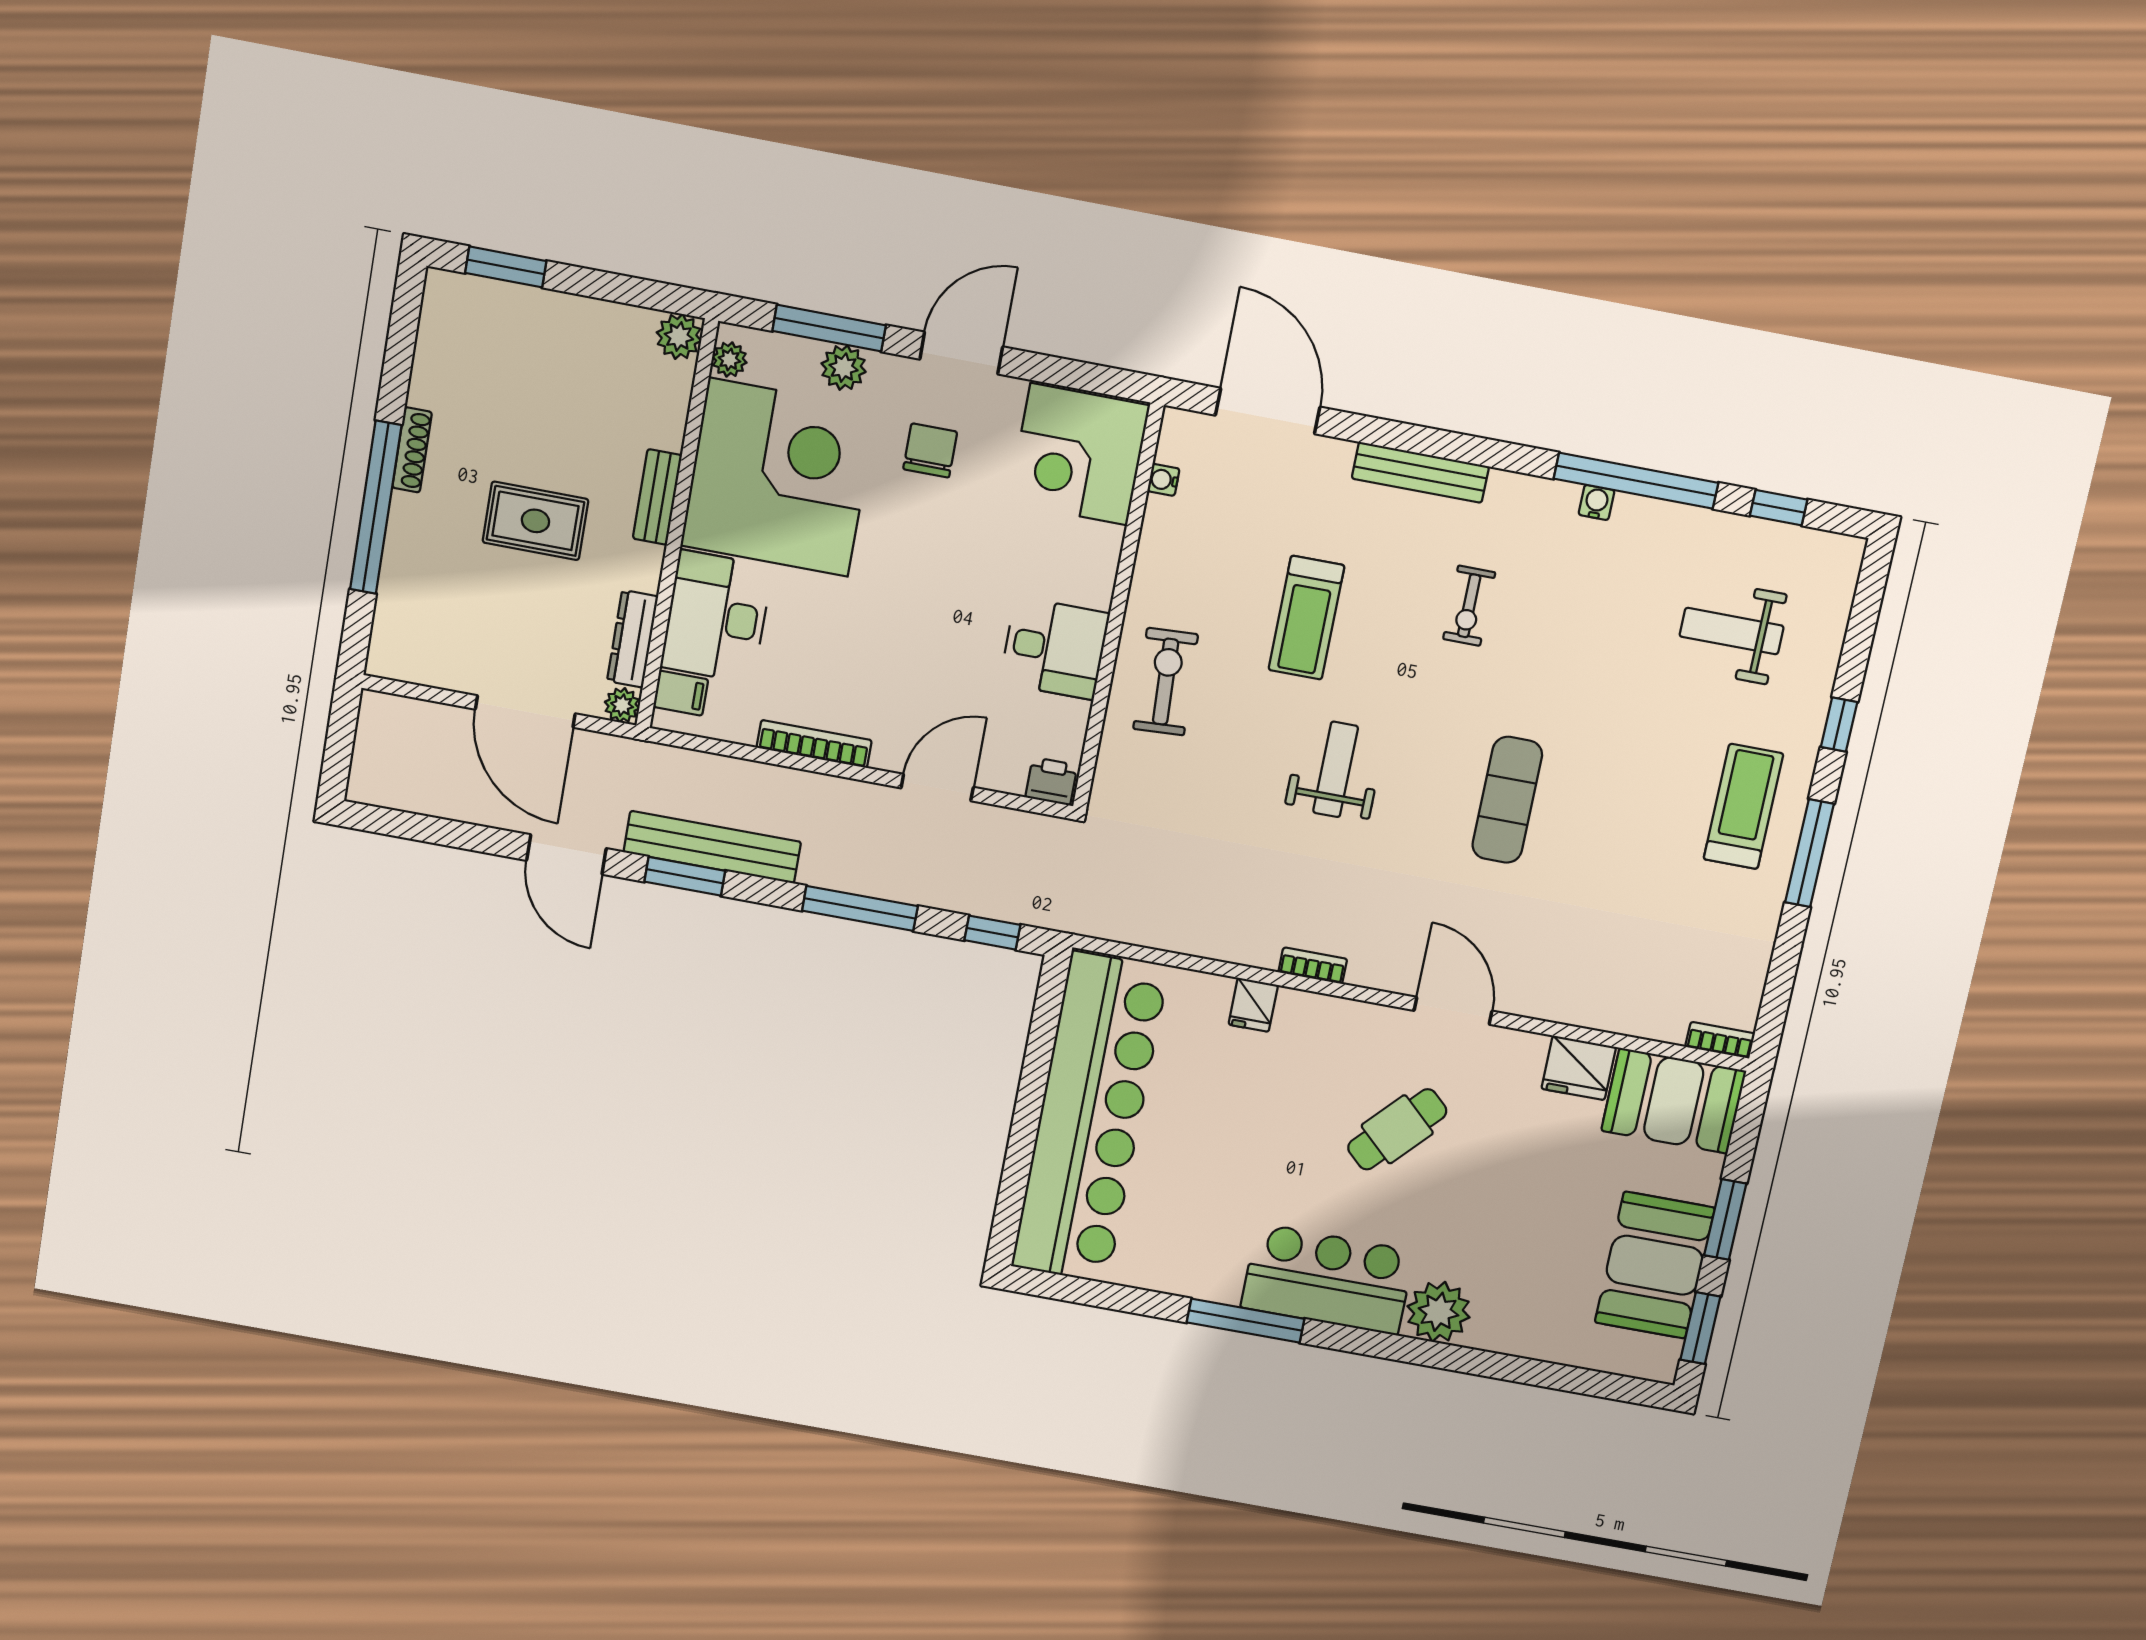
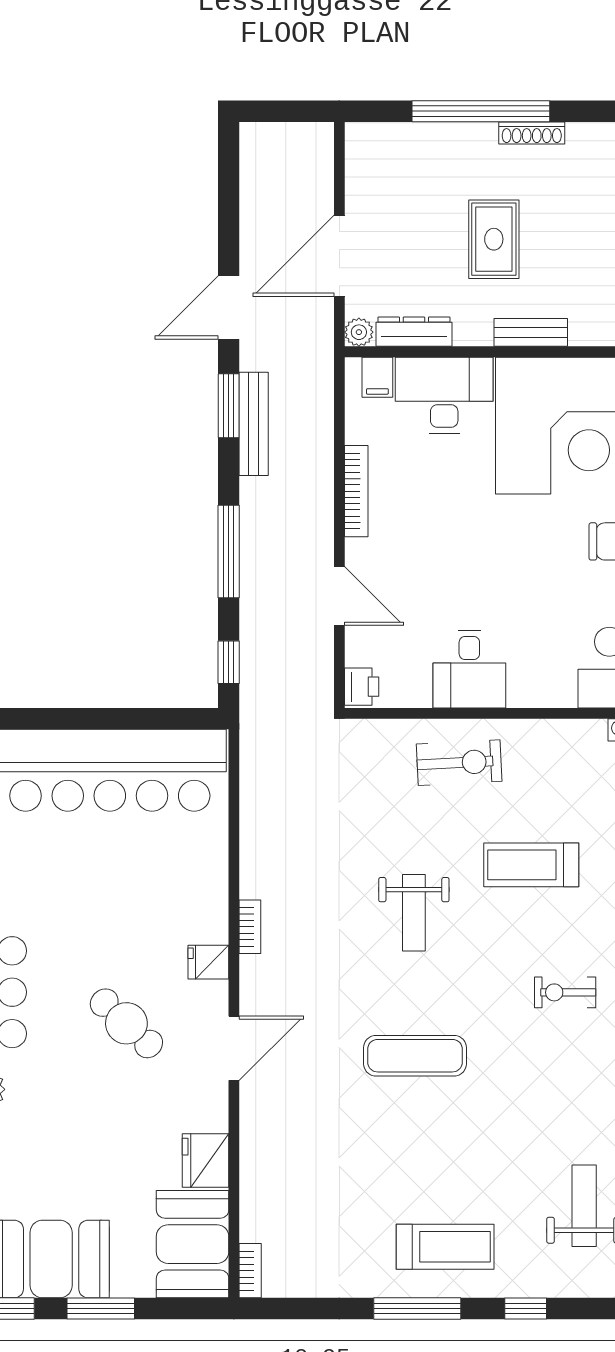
weight bench: (1336, 769) -> (414, 913), turned 90
bench: (712, 847) -> (254, 424), width x0.73, depth x0.82
fridge: (1253, 1005) -> (208, 962), moved

